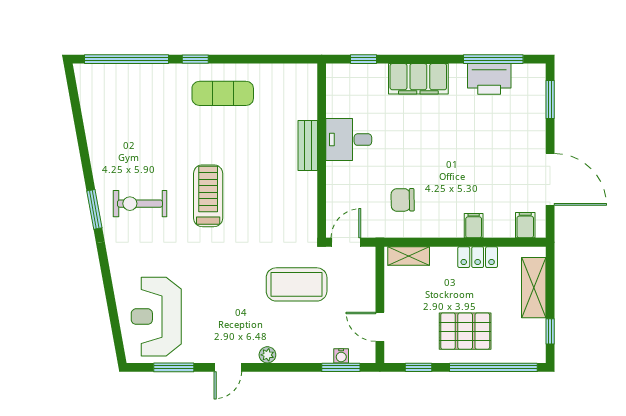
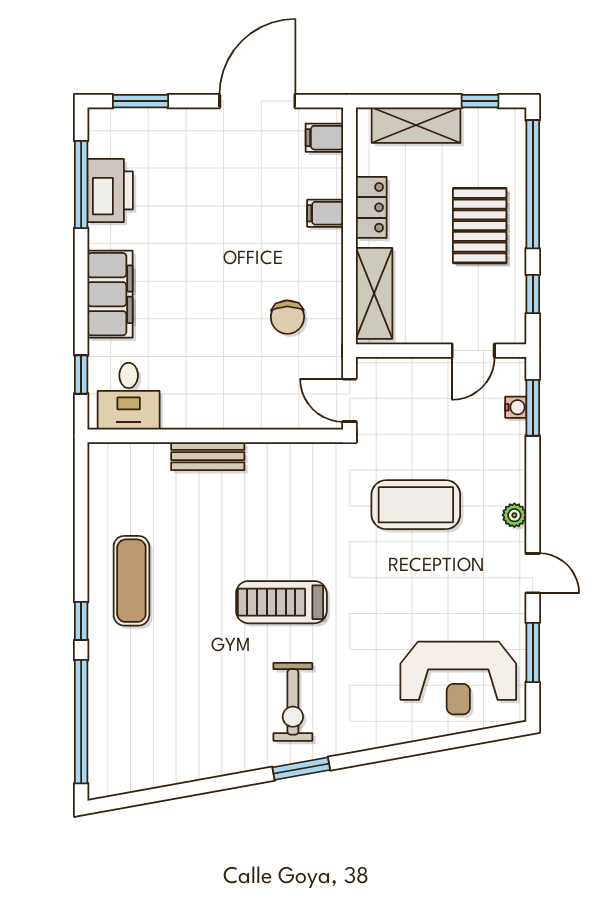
desk: (349, 140) -> (129, 396), moved
shelving: (409, 256) -> (374, 293), width x1.50, depth x1.33
coffee table: (297, 284) -> (416, 505), moved, turned 90

